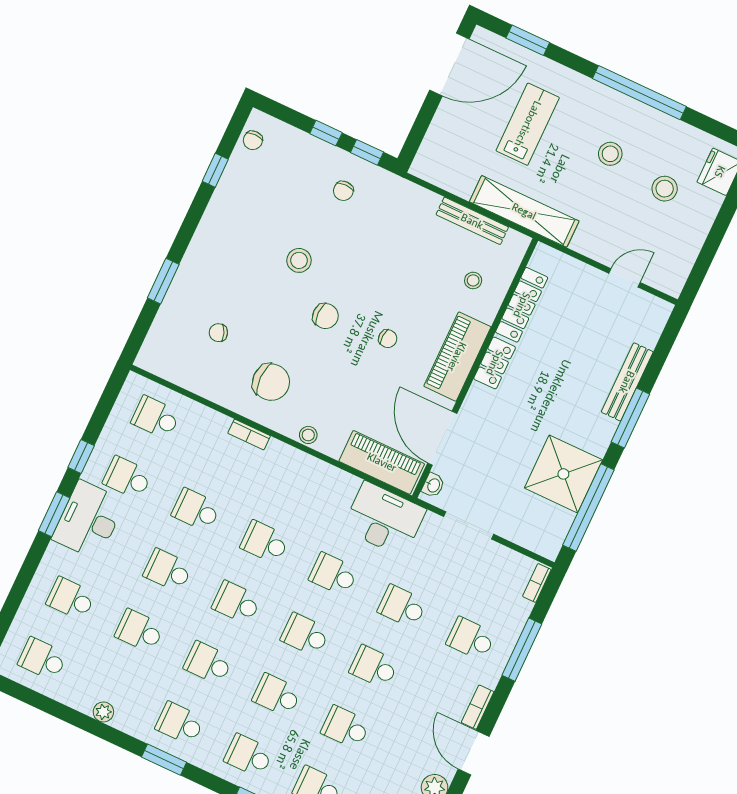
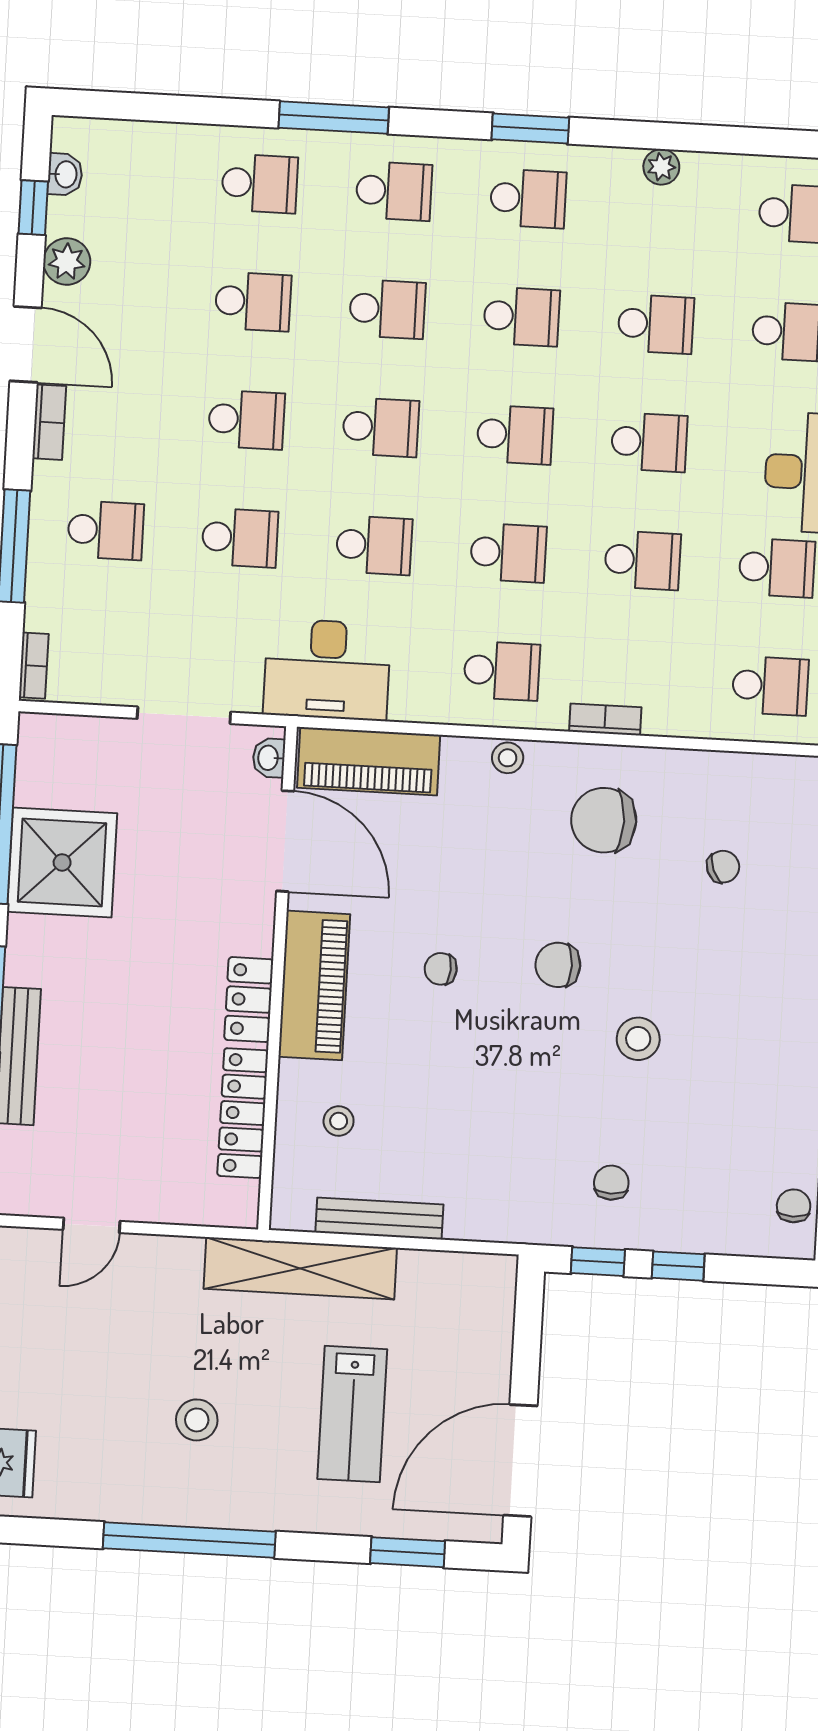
stool: (665, 189) -> (84, 1399), removed
school desk: (293, 482) -> (502, 671), added

